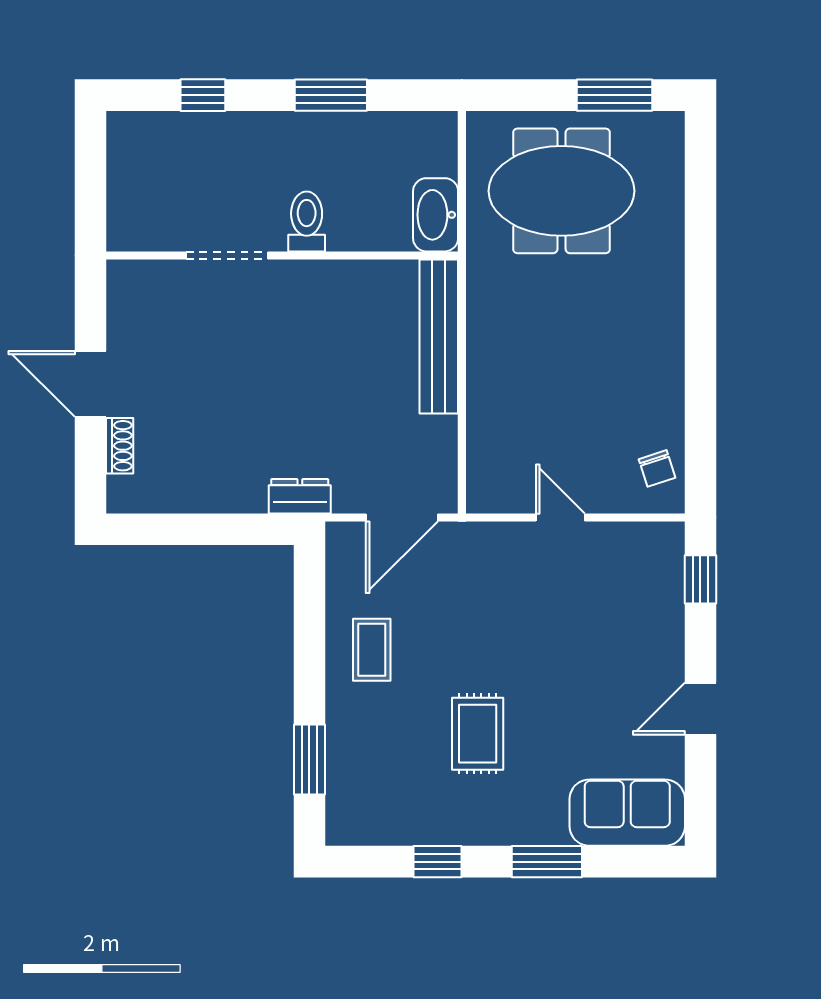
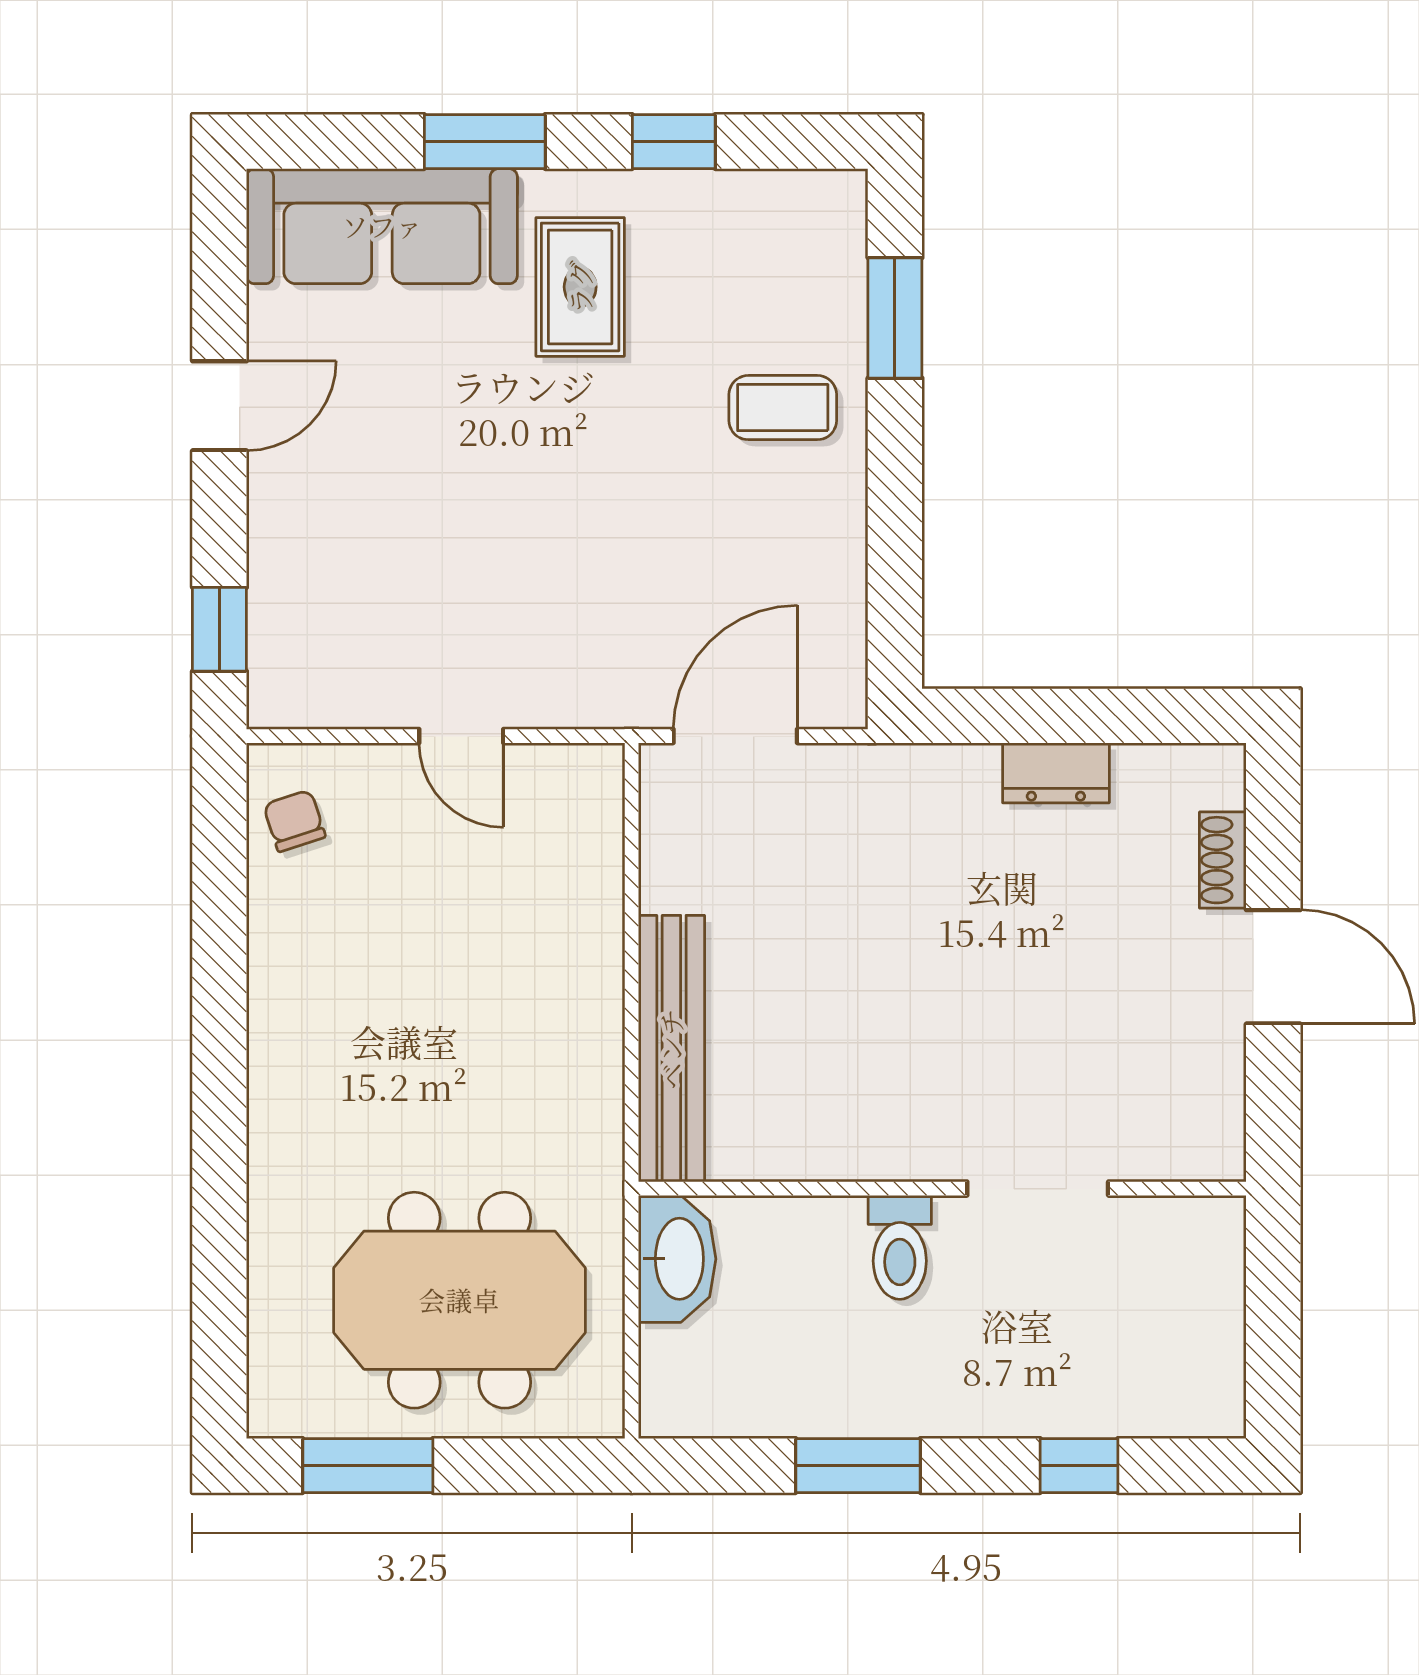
dresser: (300, 496) -> (1056, 773), moved
coffee table: (372, 650) -> (783, 408), moved, turned 90
rug: (478, 734) -> (580, 287), moved
sofa: (627, 813) -> (382, 226), width x1.36

